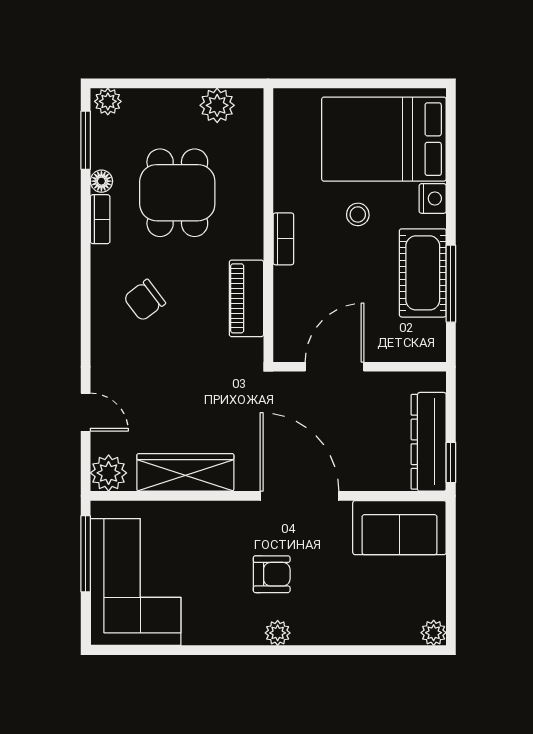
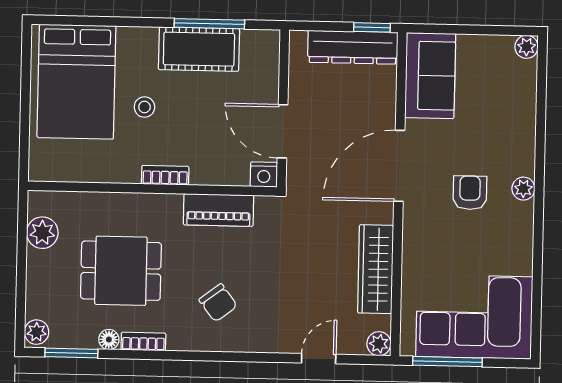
nightstand: (433, 198) -> (264, 174), moved, turned 180
plant: (109, 473) -> (379, 344), width x0.73, depth x0.73

